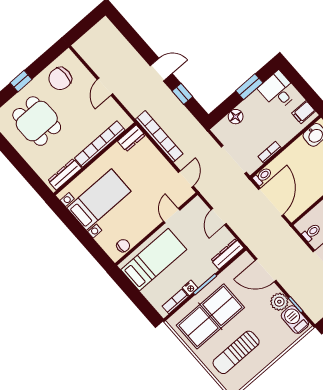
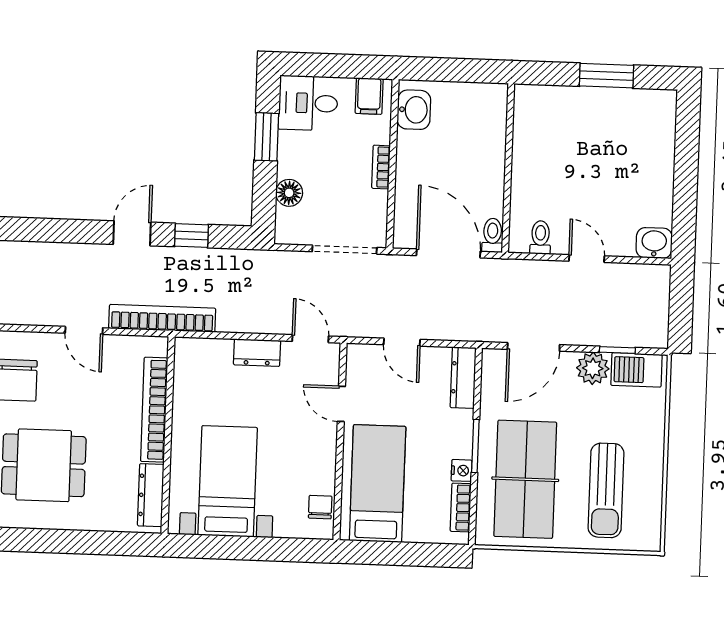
bookcase: (159, 136) -> (162, 318), moved
dresser: (131, 138) -> (257, 353), moved, turned 90
bookcase: (270, 152) -> (381, 167), moved
toilet: (263, 176) -> (492, 235), moved

